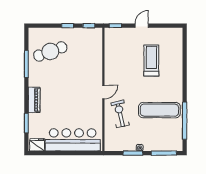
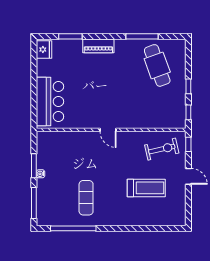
exercise mat: (159, 110) -> (86, 198), width x0.73, depth x0.69
exercise bike: (120, 114) -> (162, 149), moved
bar counter: (73, 140) -> (50, 101), width x0.73

